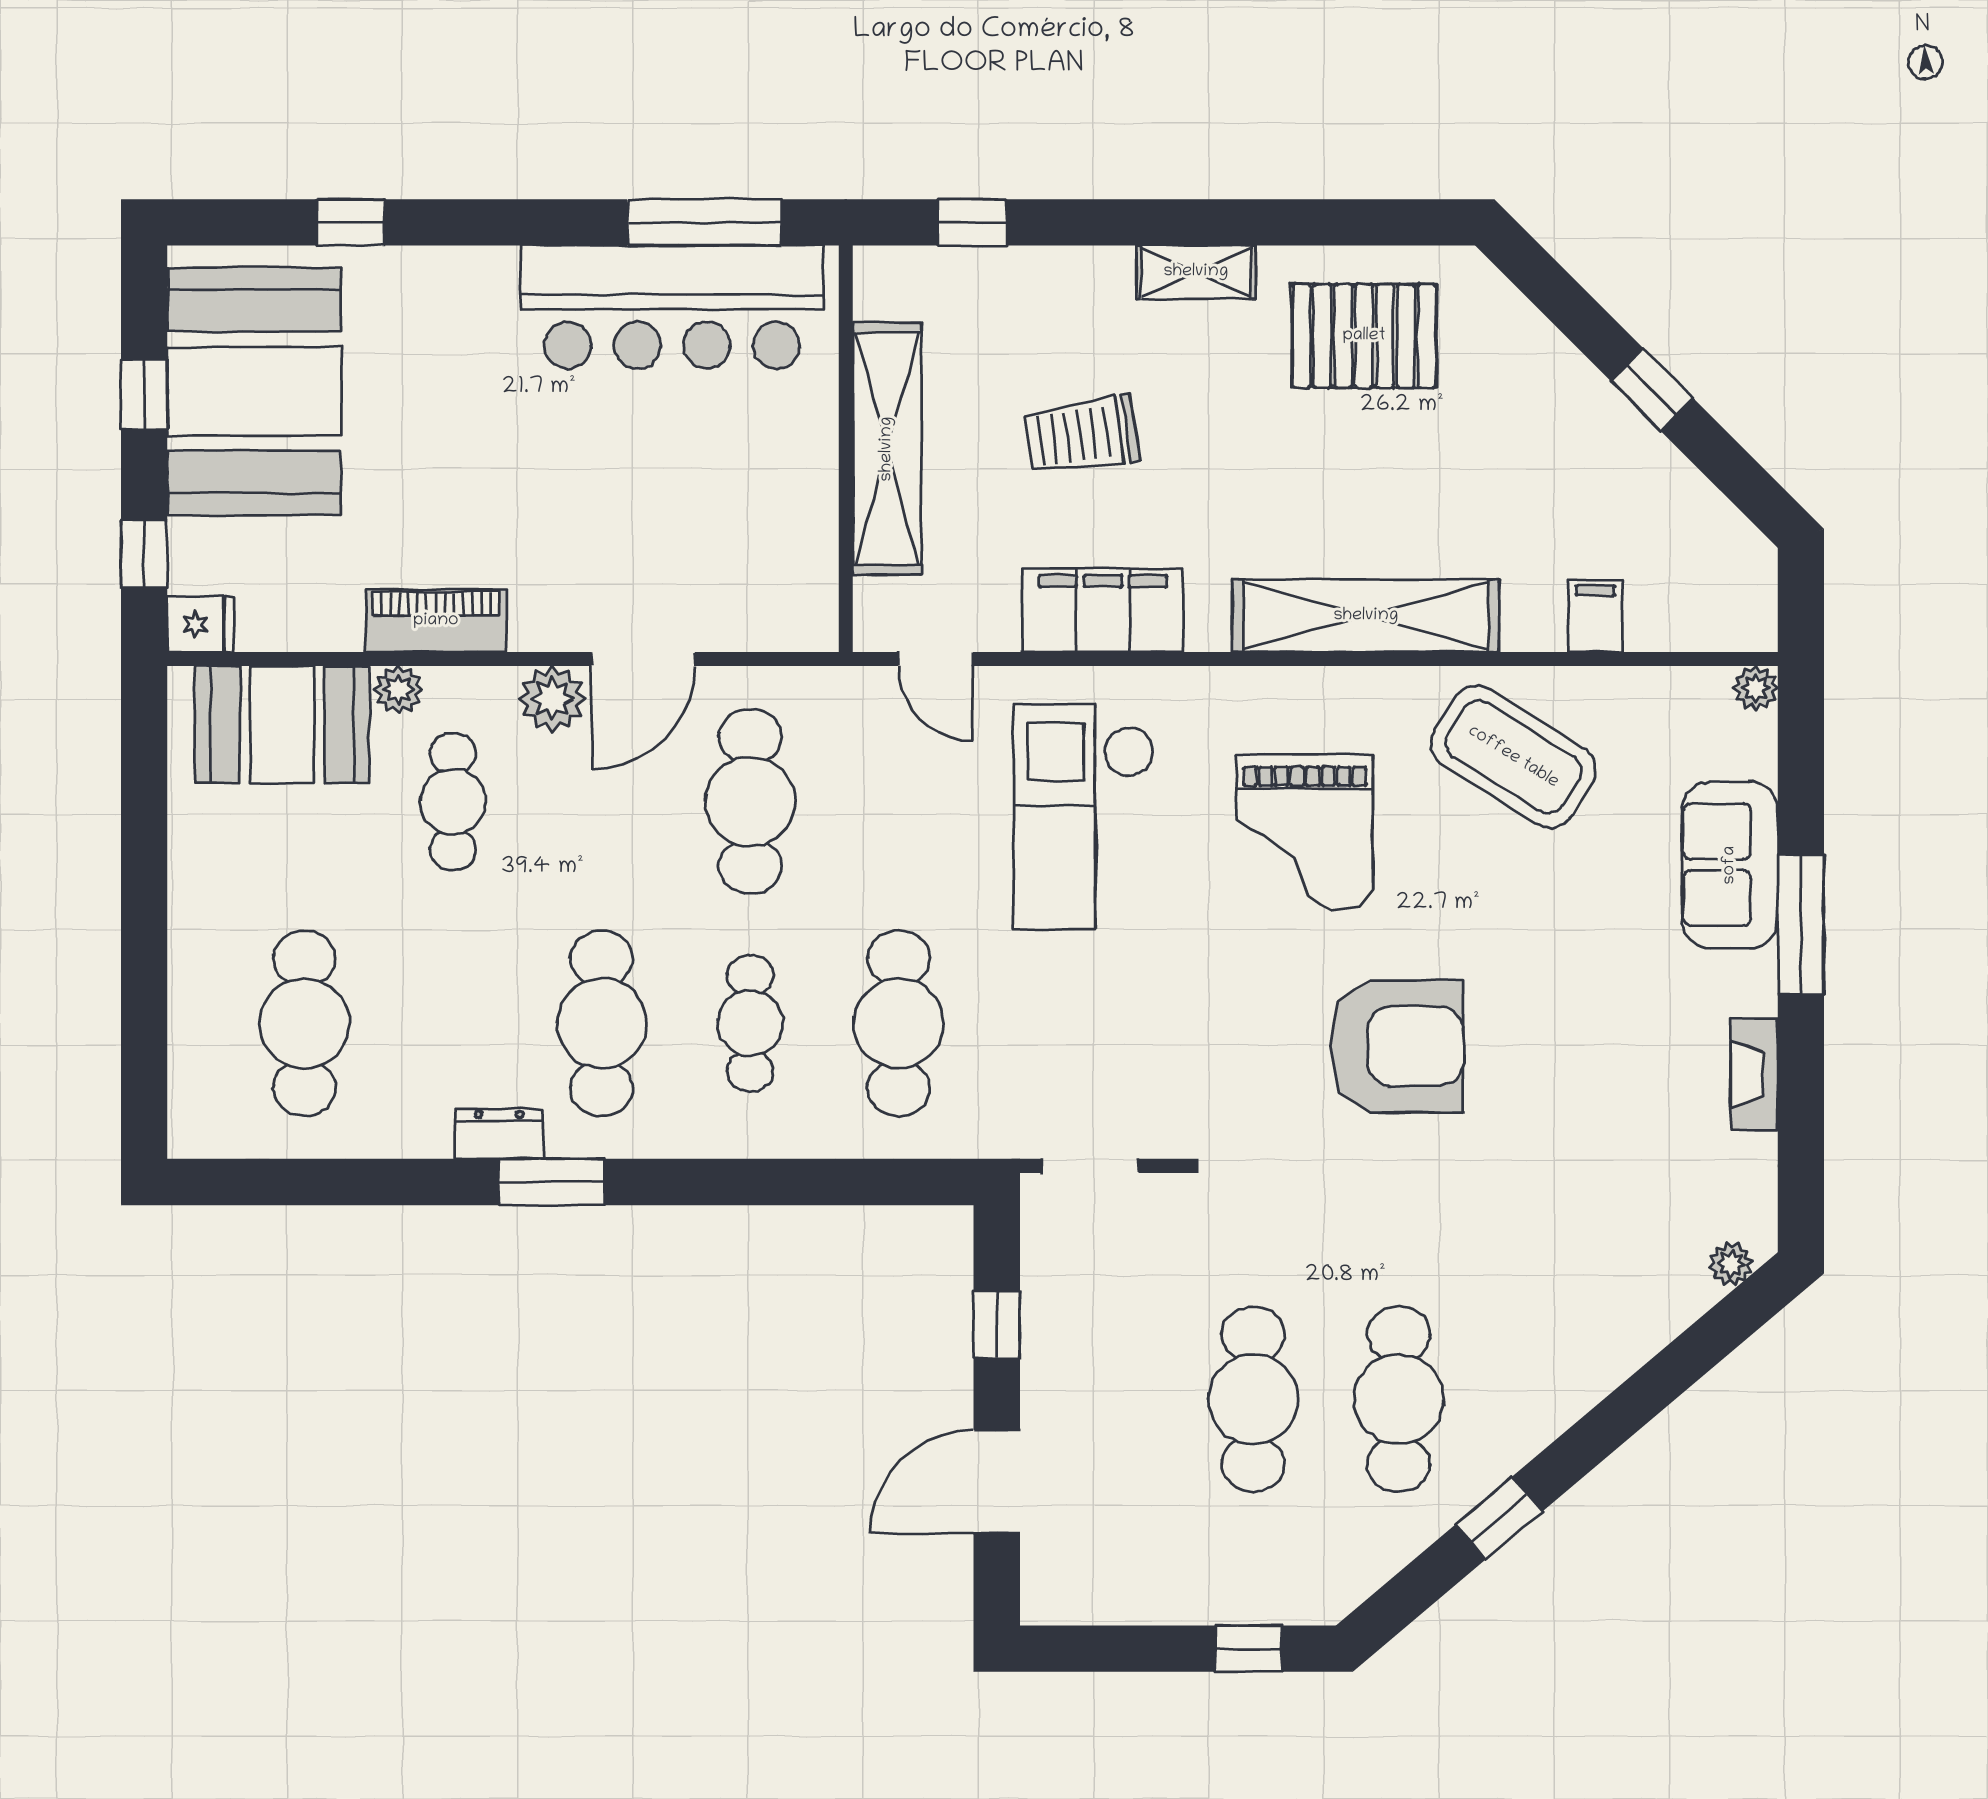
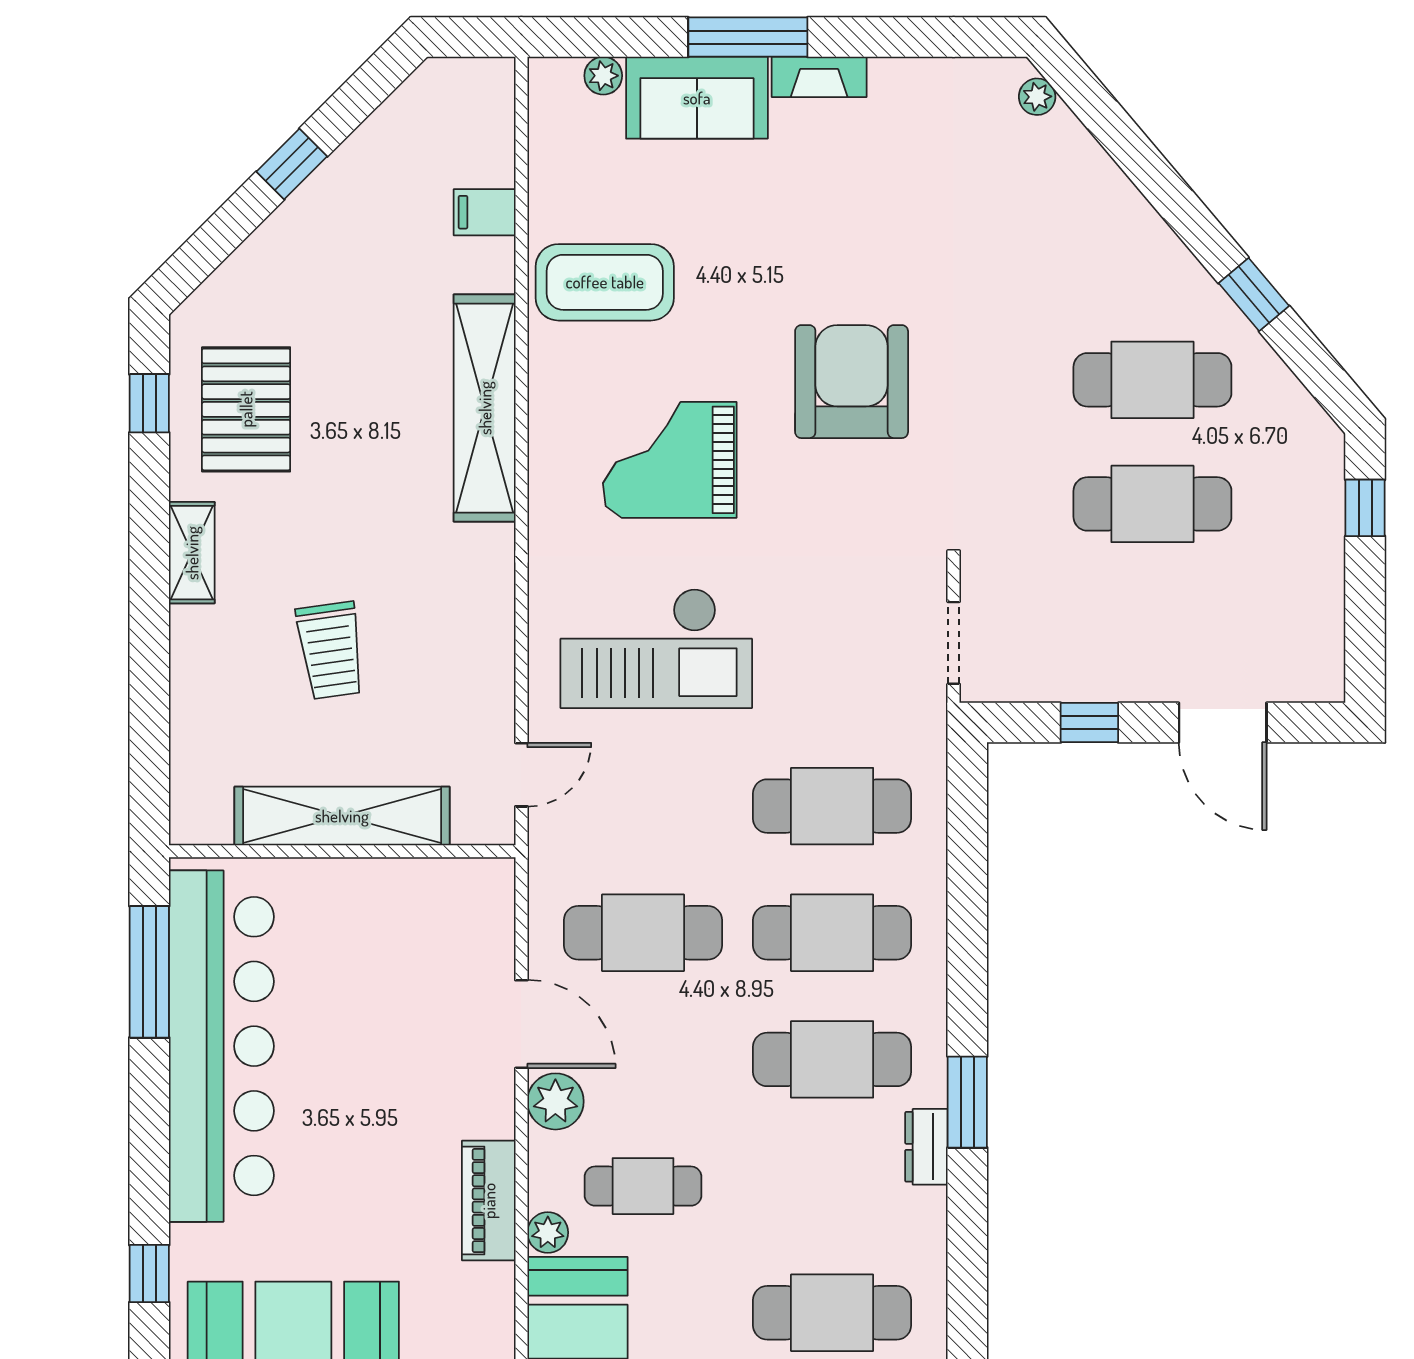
window: (972, 222) -> (149, 403), moved
bar counter: (672, 307) -> (221, 1046), width x1.36
filing cabinet: (1103, 610) -> (480, 632), removed
plant: (1756, 688) -> (603, 76), moved
coffee table: (1513, 757) -> (605, 282), turned 58
grand piano: (1305, 833) -> (670, 460), turned 180
cafe table: (750, 1023) -> (832, 933), width x1.37, depth x1.35
fireplace: (1754, 1074) -> (819, 77), moved

